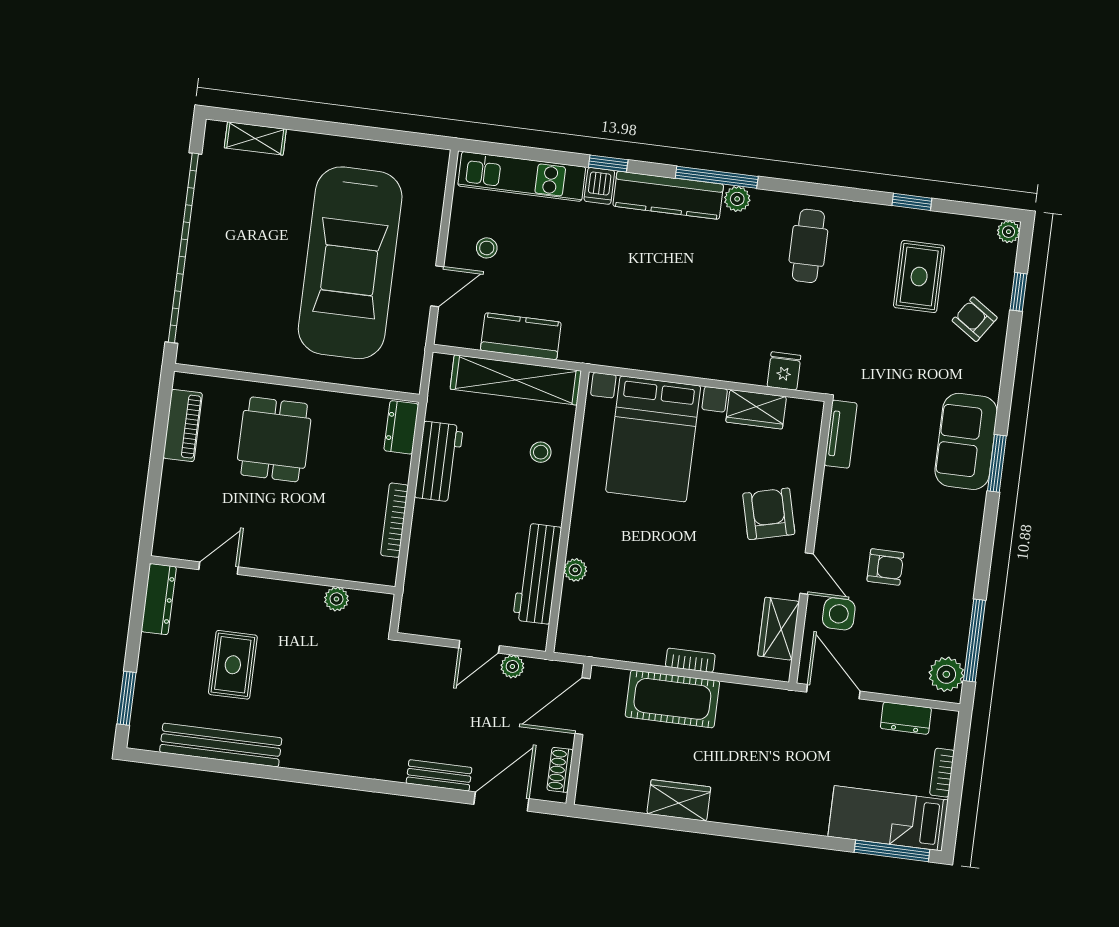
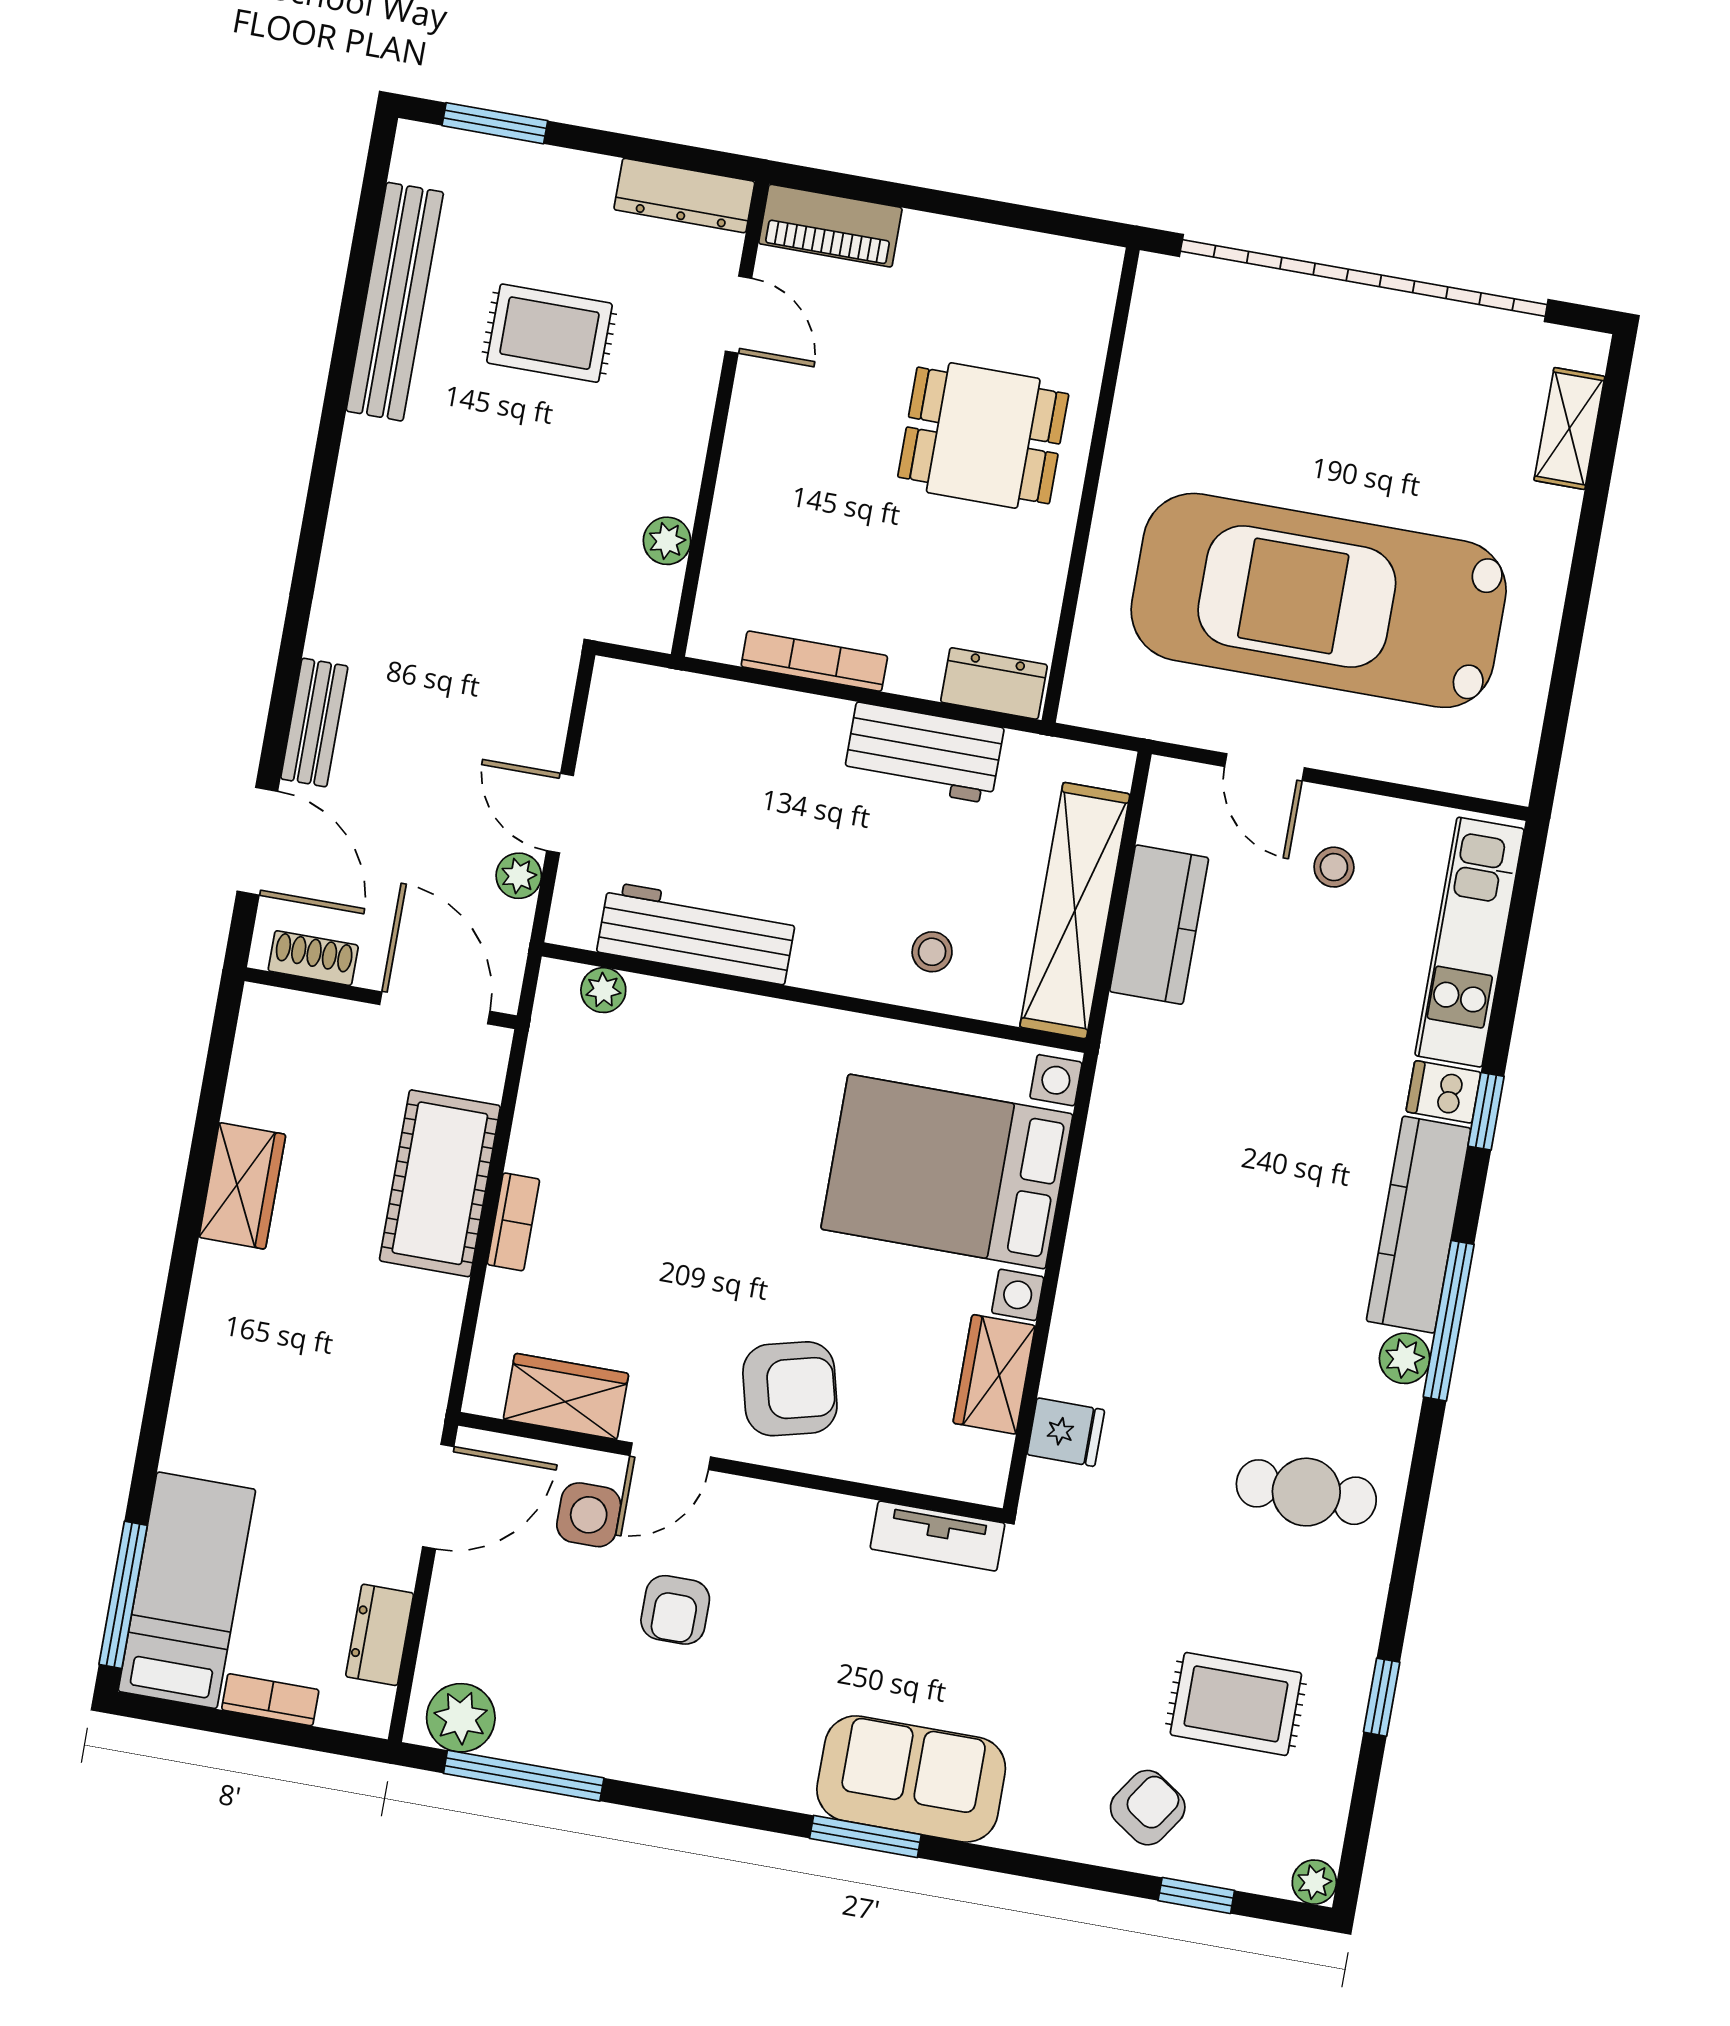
piano: (183, 425) -> (830, 226), moved
plant: (575, 570) -> (603, 990), moved

